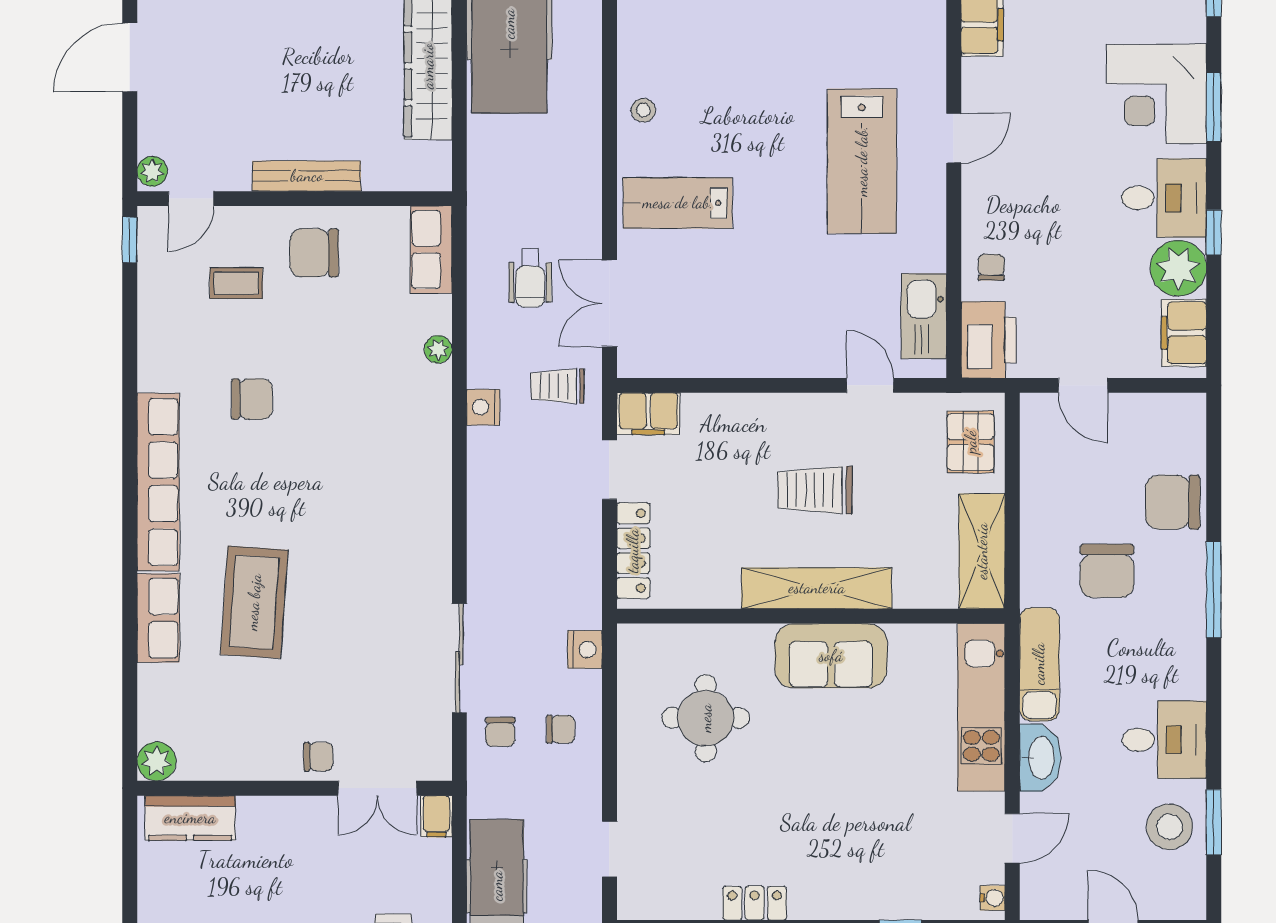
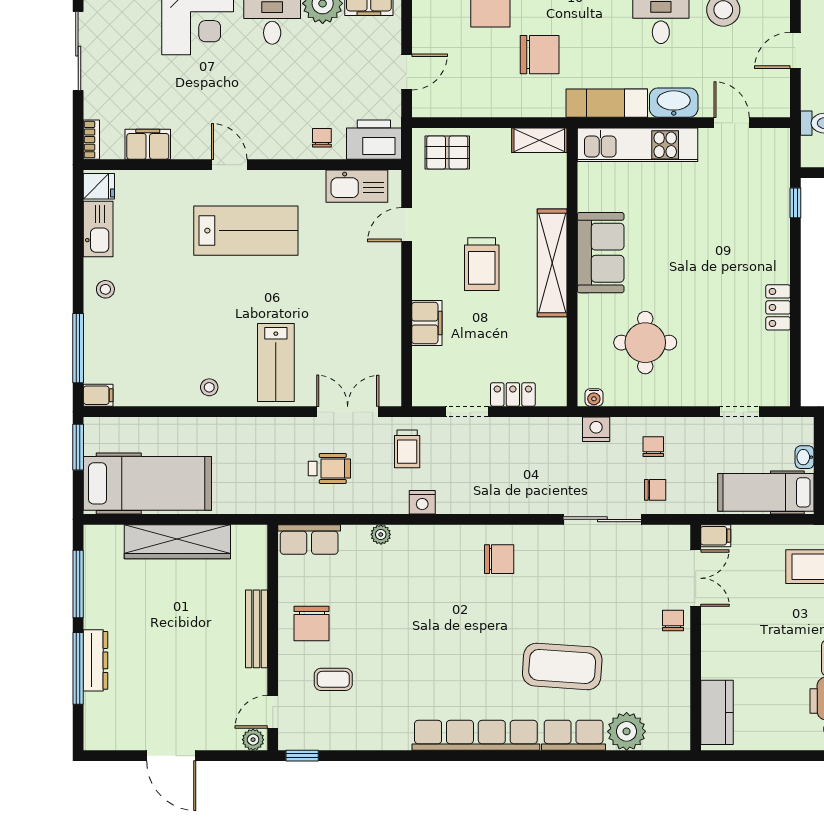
door: (191, 199) -> (273, 712), swing flipped
chair: (991, 267) -> (322, 138), turned 90
coffee table: (236, 283) -> (333, 679), turned 90
double door: (609, 303) -> (348, 412), swing flipped
chair: (252, 399) -> (499, 559), moved, turned 90
filing cabinet: (648, 414) -> (427, 323), moved
locker: (633, 551) -> (513, 394), width x0.66
shelving: (982, 551) -> (539, 140), width x0.67, depth x0.75
plant: (157, 761) -> (627, 731), moved, width x1.36, depth x1.36
water cooler: (993, 898) -> (594, 397), moved, turned 180

